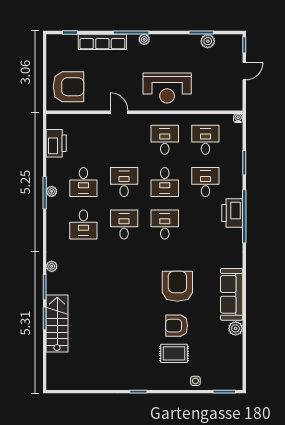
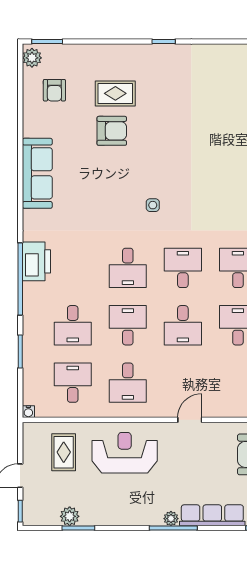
plant: (144, 39) -> (171, 519), moved
rug: (212, 88) -> (64, 452), added
door: (119, 112) -> (190, 420), swing flipped
desk: (205, 140) -> (73, 383), turned 180
printer: (232, 213) -> (36, 261), moved
desk: (124, 224) -> (183, 268), turned 180
armchair: (177, 286) -> (54, 90), moved, width x0.53, depth x0.53
plant: (236, 328) -> (32, 58), moved
side table: (195, 381) -> (153, 205), moved

